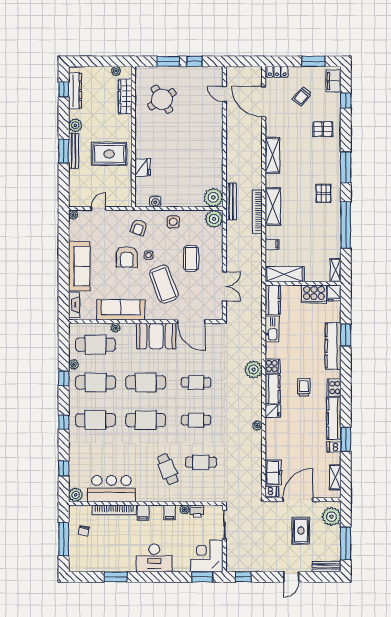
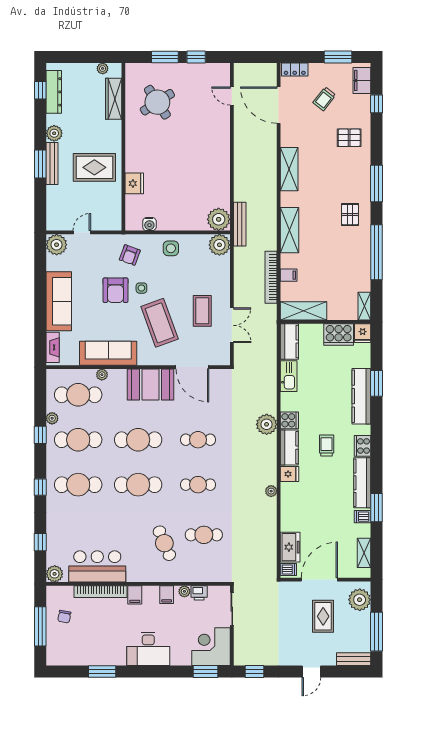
bookcase: (257, 212) -> (271, 277), moved
plant: (73, 215) -> (57, 245), width x1.88, depth x1.88
coffee table: (191, 258) -> (202, 311), moved

